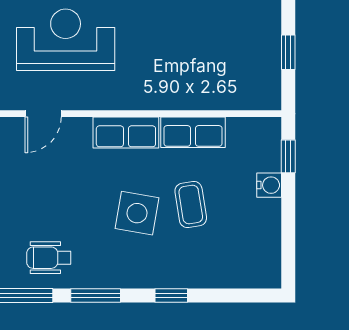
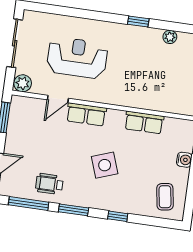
row of seats: (126, 133) -> (86, 114), moved
coffee table: (191, 205) -> (165, 197), moved
side table: (137, 213) -> (105, 165), turned -30

